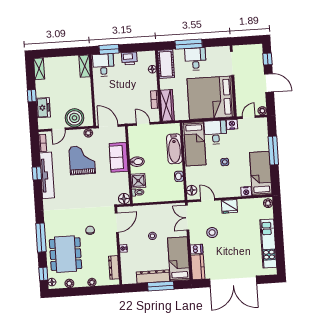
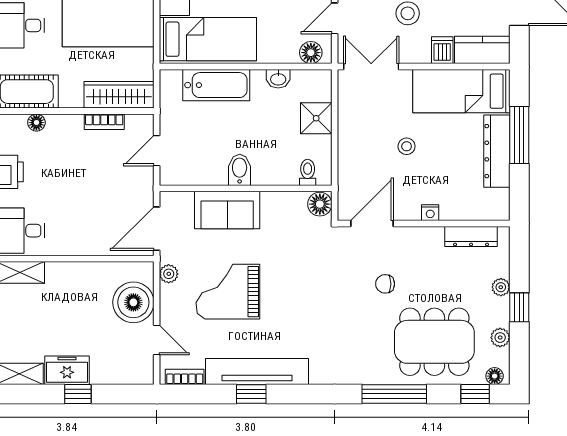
freezer: (43, 108) -> (67, 370), moved
shower: (138, 181) -> (316, 118), moved
double door: (187, 218) -> (371, 67), swing flipped
door: (117, 223) -> (372, 223), hinge flipped
window: (83, 291) -> (519, 307), added

